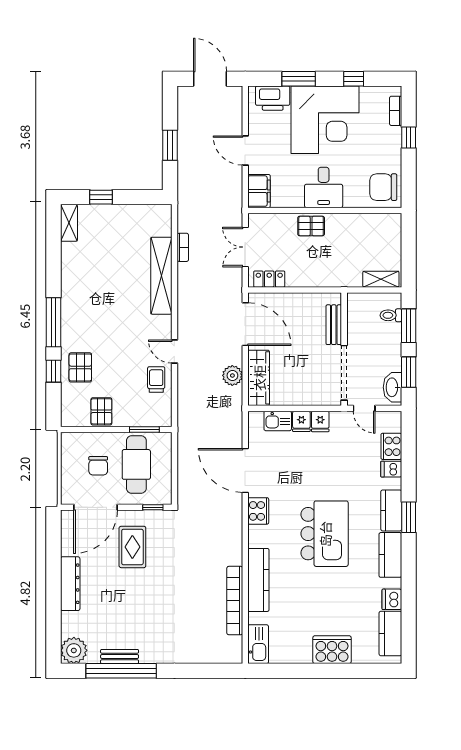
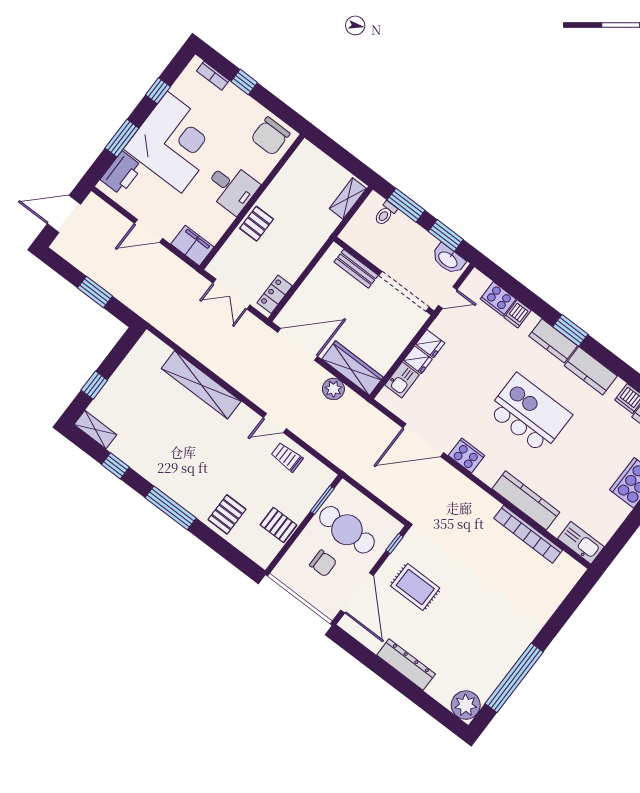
bookcase: (183, 247) -> (191, 348), removed
pallet: (80, 367) -> (227, 514), turned 90
window: (53, 371) -> (115, 466), moved
bench: (120, 657) -> (501, 670), removed

